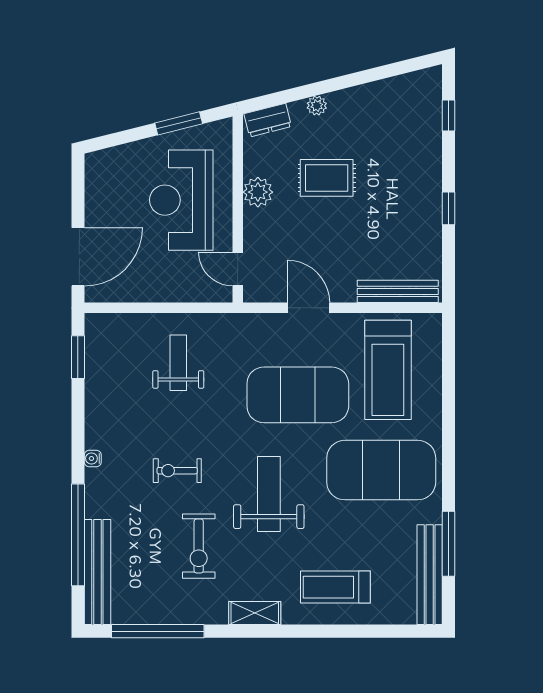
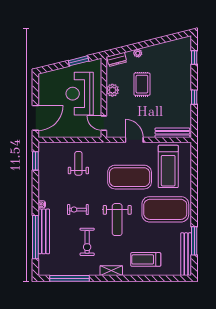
rug: (327, 178) -> (142, 84), turned 90
weight bench: (269, 494) -> (117, 220), turned 180
bench: (97, 572) -> (44, 231), moved

